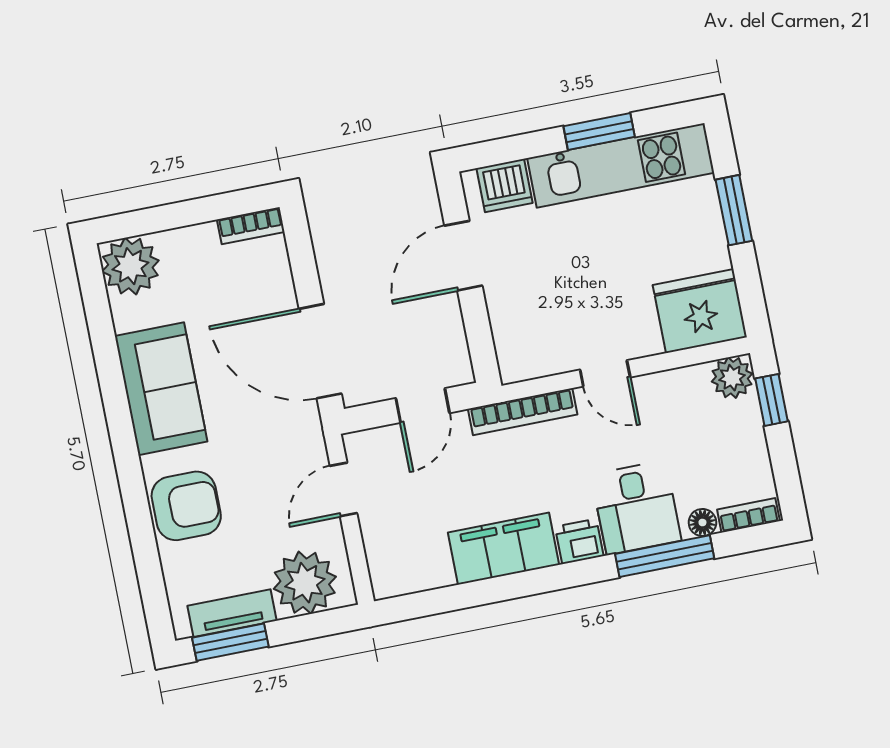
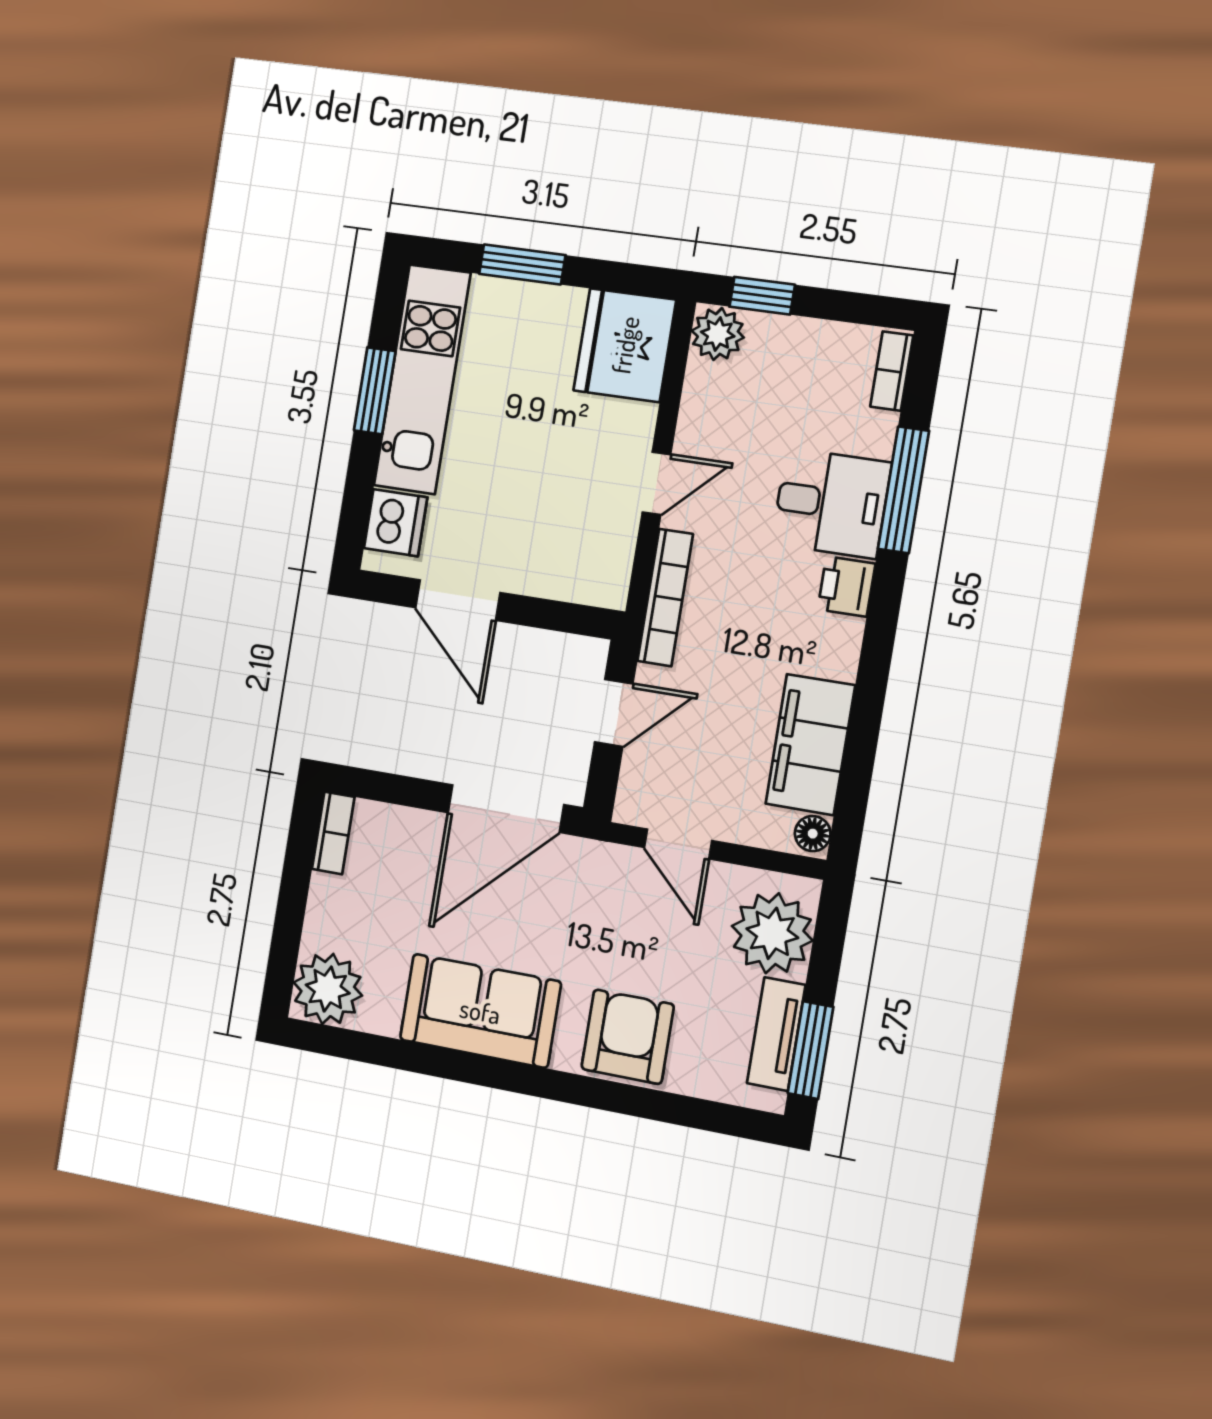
door: (423, 406) -> (614, 713), hinge flipped
floor lamp: (702, 523) -> (813, 834), moved
filing cabinet: (503, 549) -> (810, 745), moved

